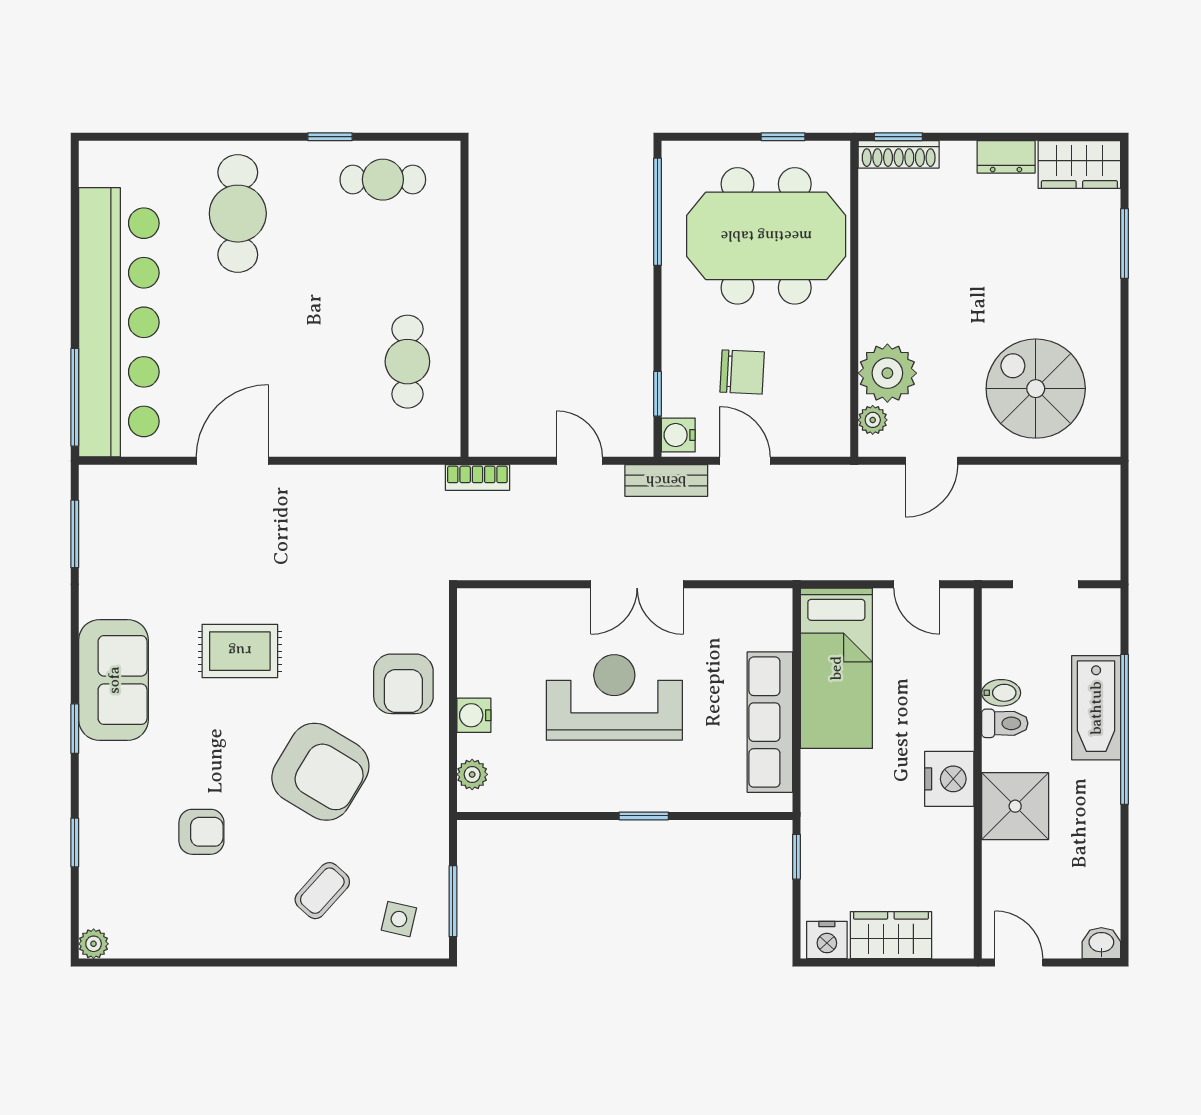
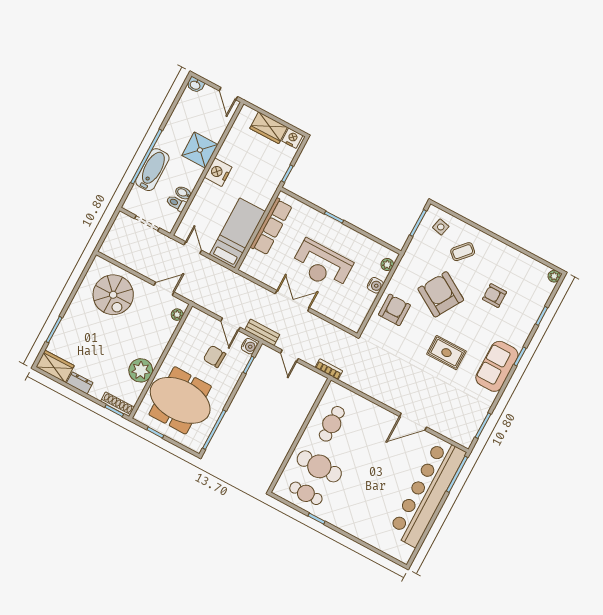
cafe table: (238, 214) -> (319, 466), moved, turned 90
plant: (887, 373) -> (141, 370), moved
toilet: (1005, 723) -> (176, 203), moved

